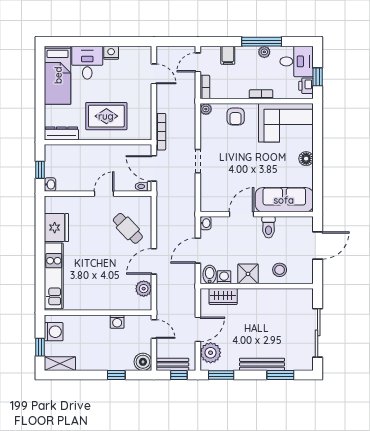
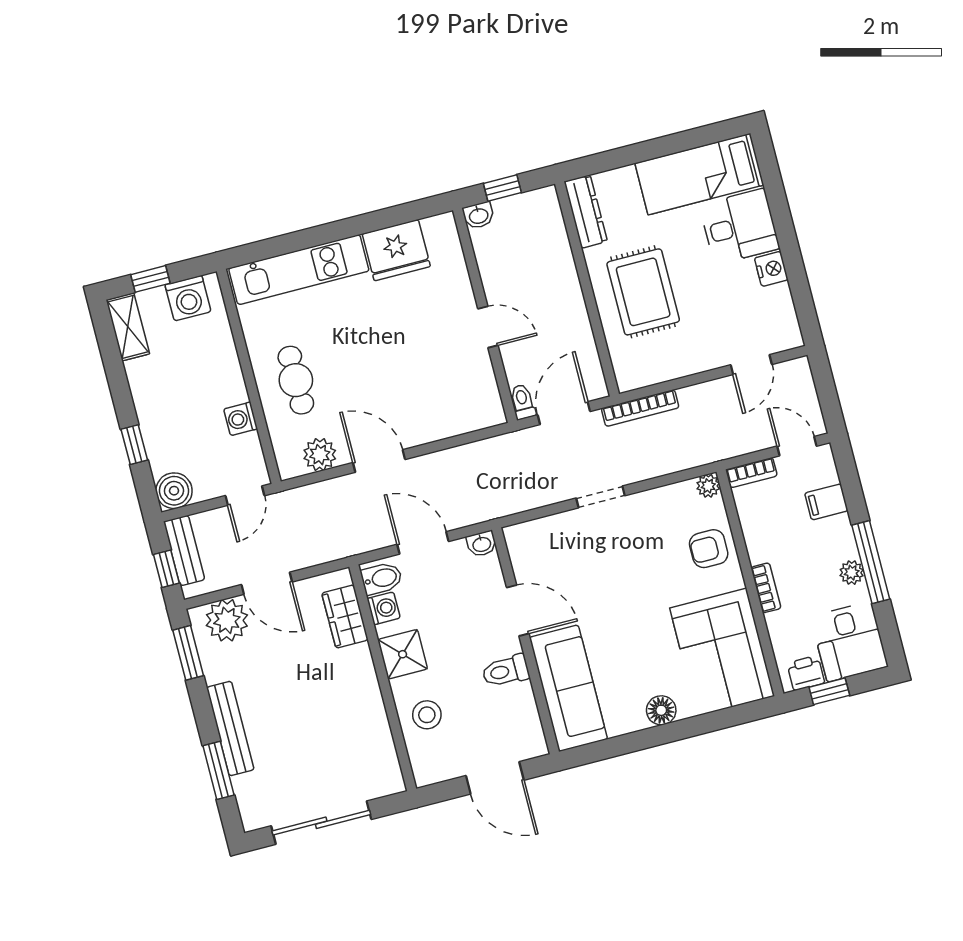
cafe table: (128, 228) -> (296, 380), moved, turned -47

